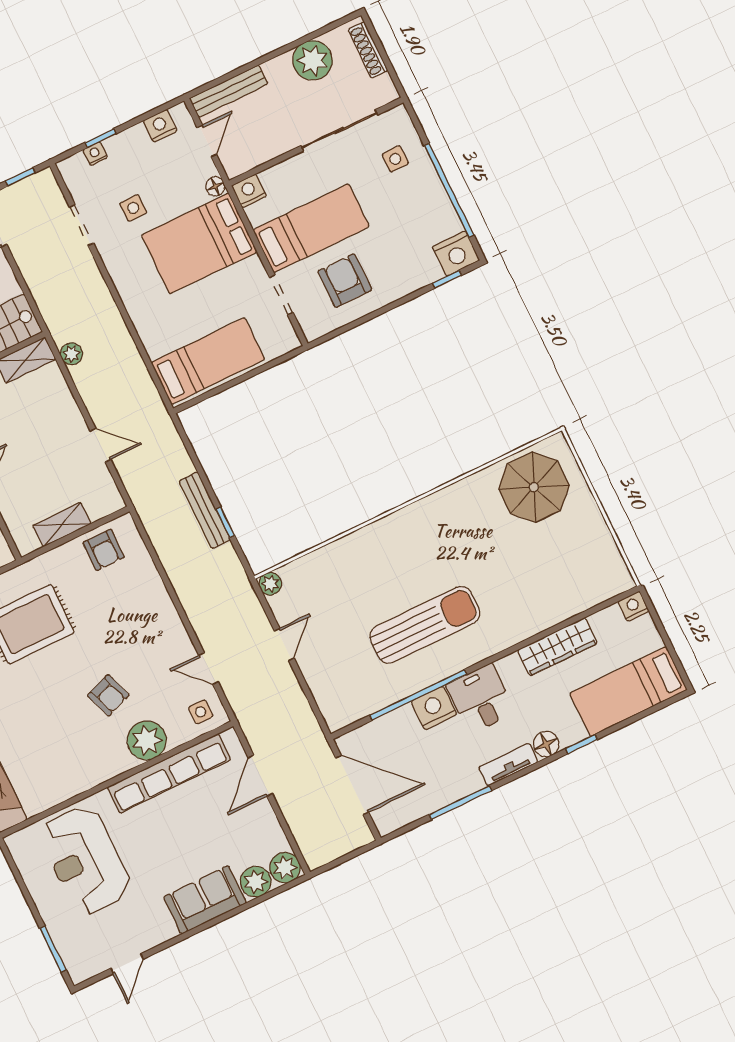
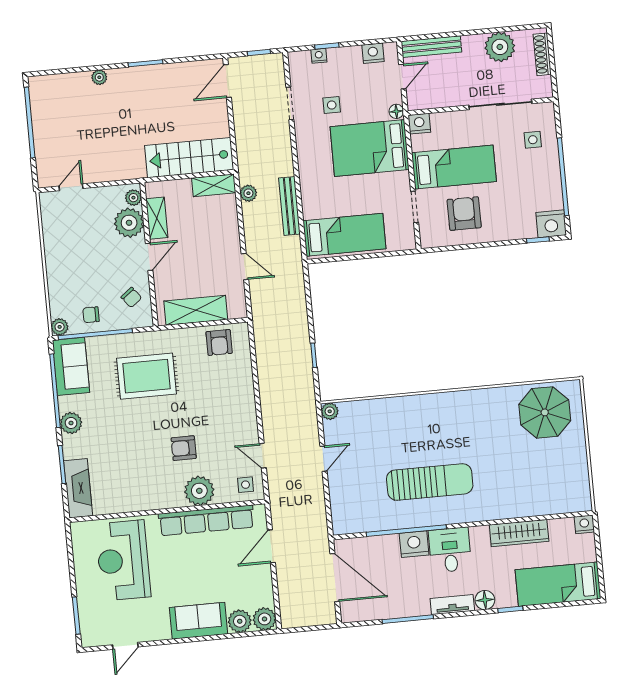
bench: (205, 510) -> (289, 206), moved
shelving: (62, 525) -> (196, 310), width x1.50, depth x1.33
armchair: (108, 695) -> (184, 448), turned 110

